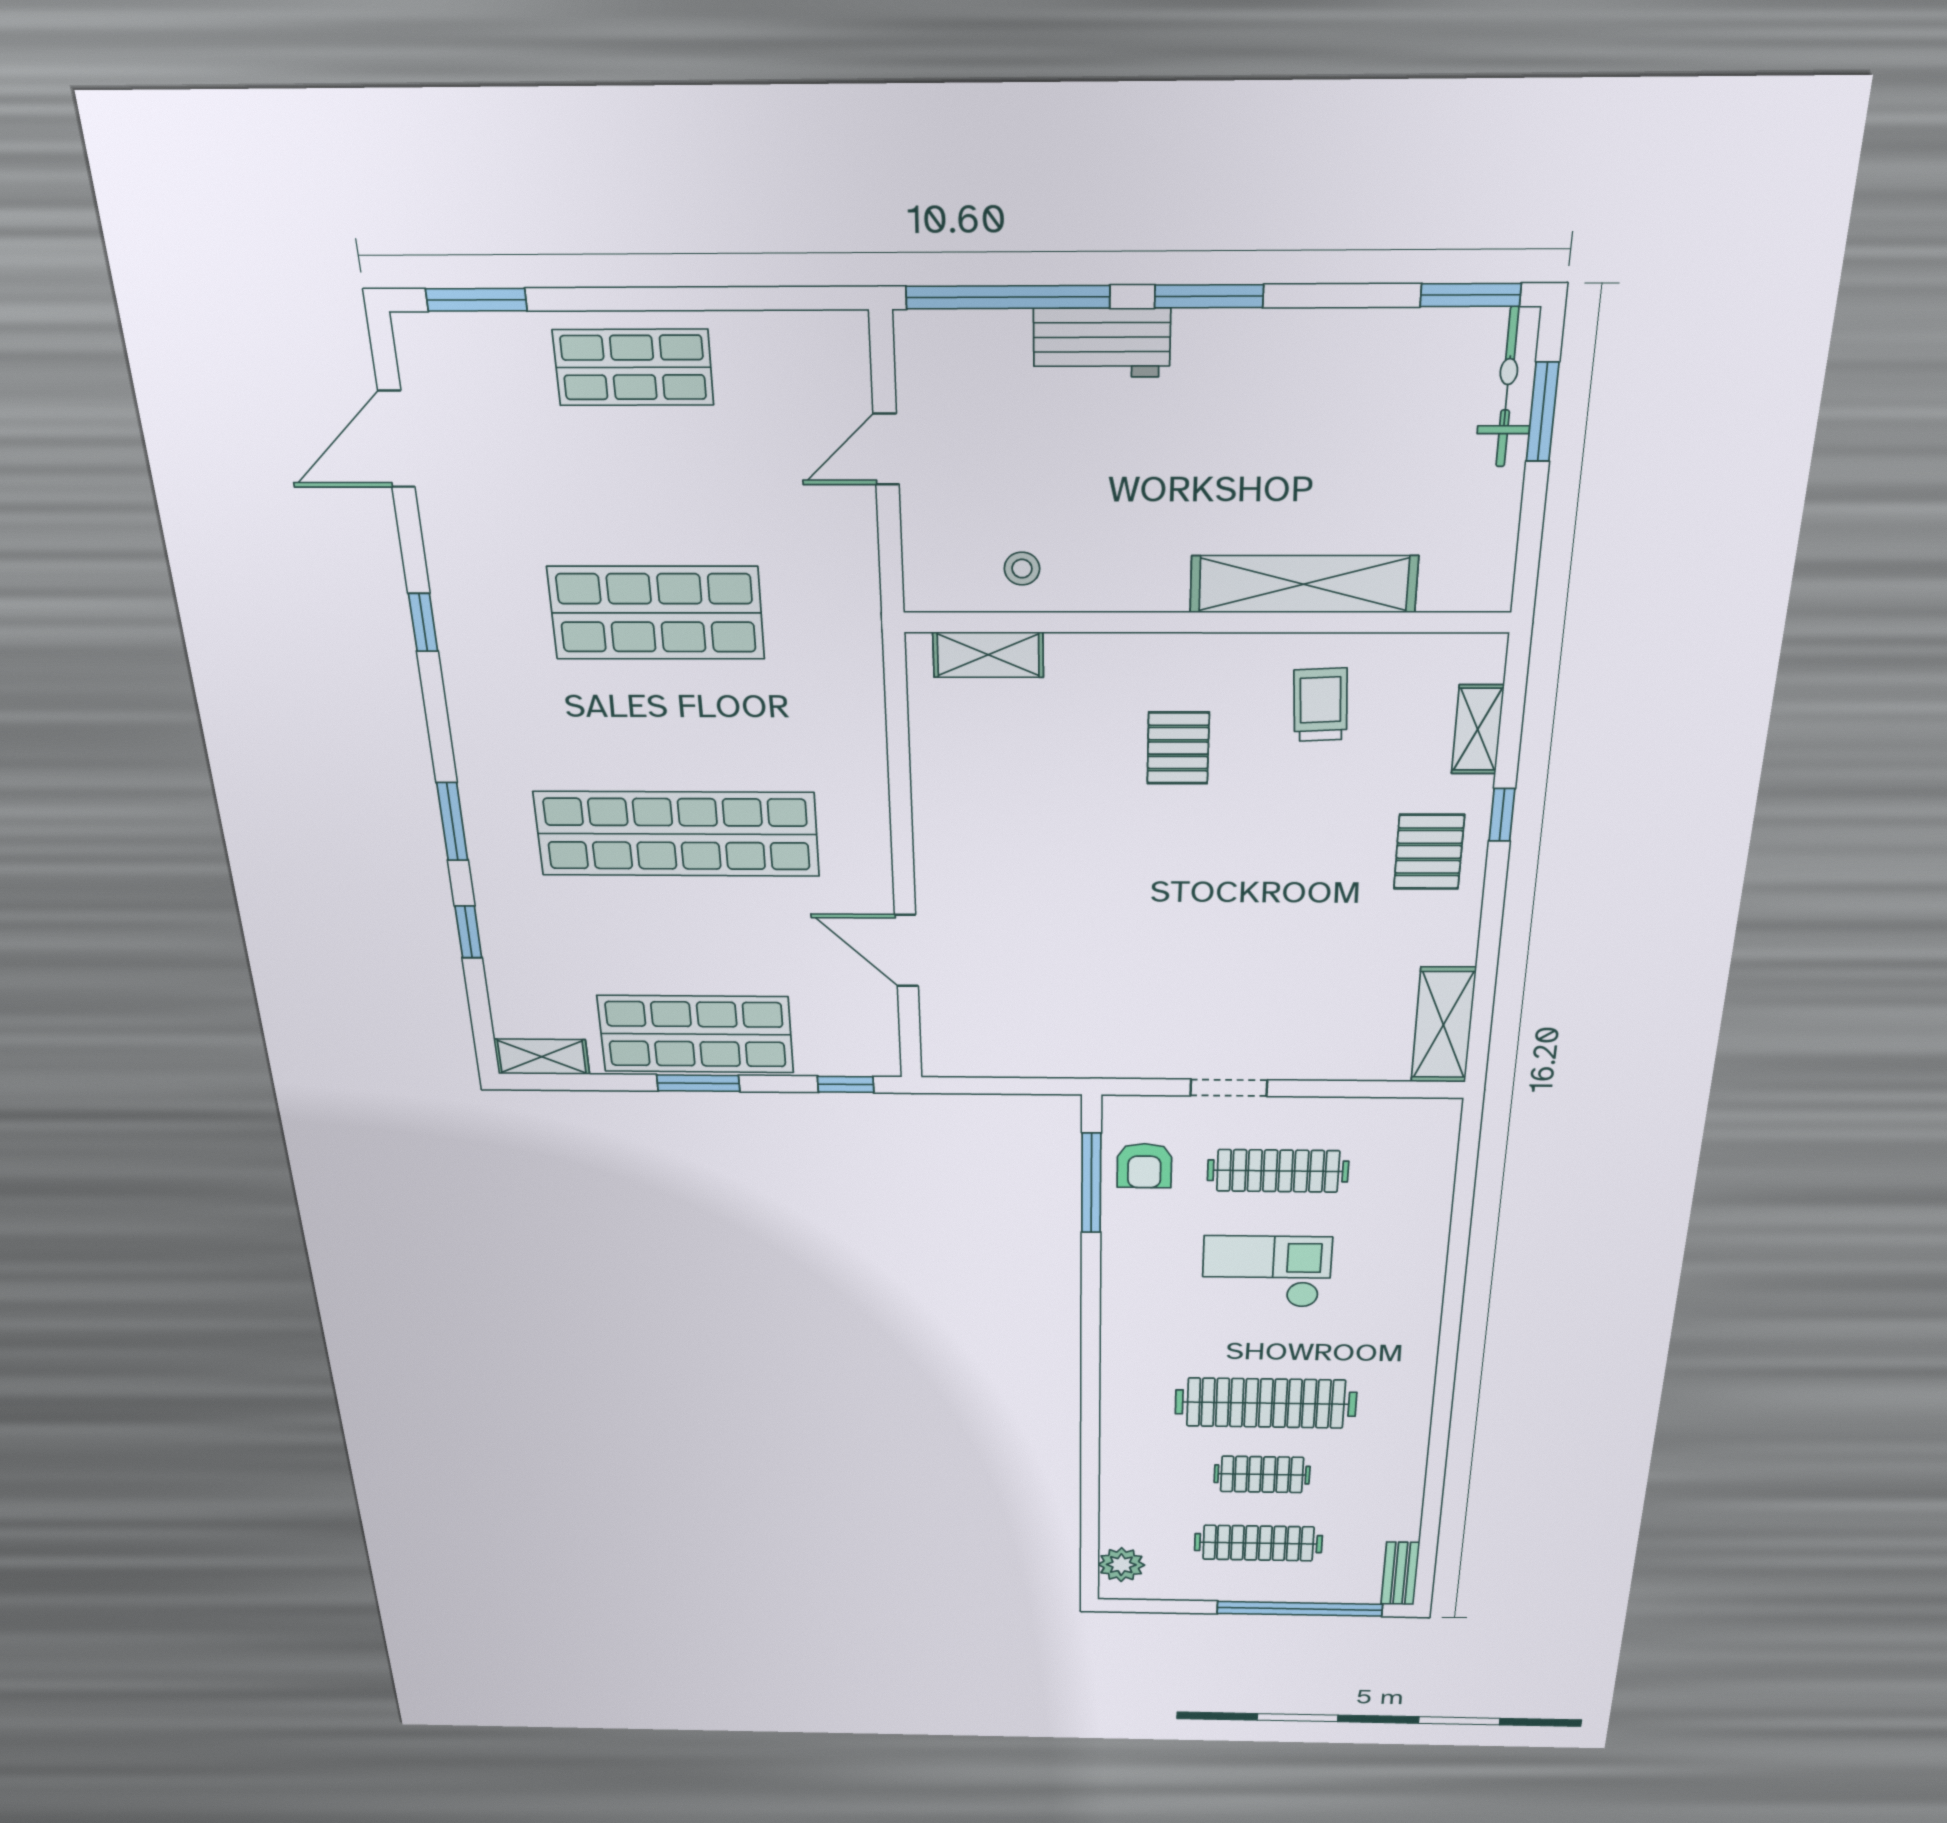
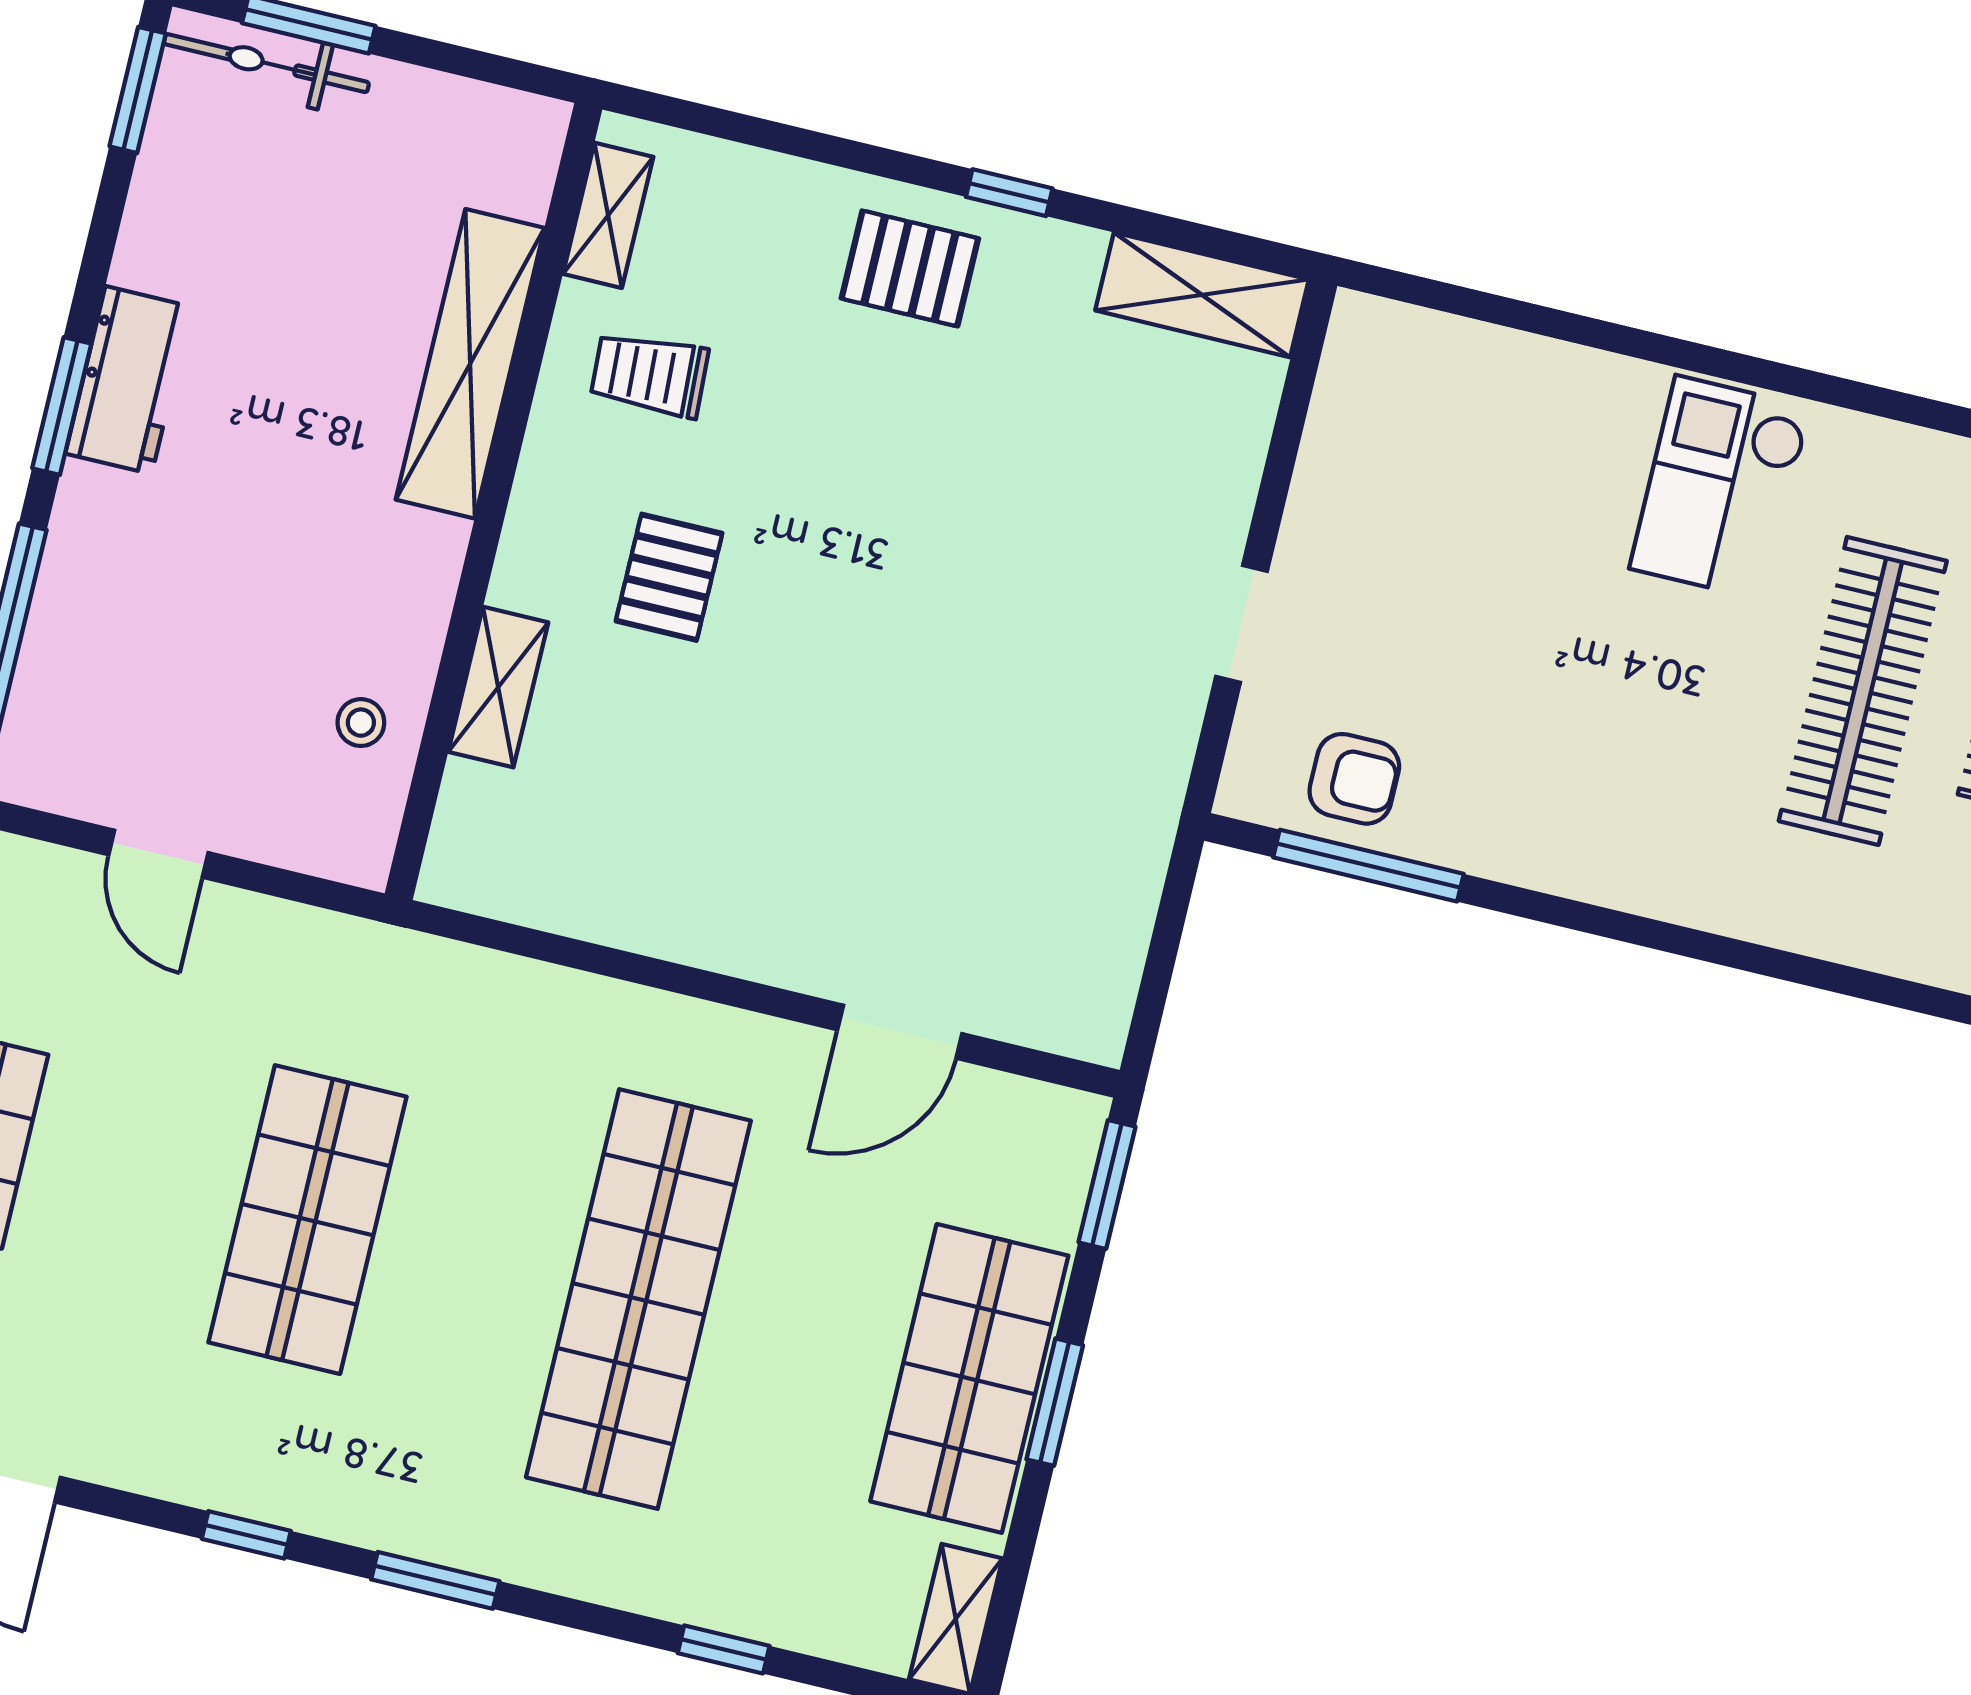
workbench: (1102, 343) -> (129, 380), moved
shelving: (988, 655) -> (498, 687), moved
shelving: (1478, 729) -> (608, 215), moved, turned 90
pallet: (1178, 748) -> (669, 577), turned 90
window: (1502, 815) -> (1009, 193), moved
window: (452, 822) -> (435, 1580), moved
window: (846, 1084) -> (1107, 1184), width x1.50
clothes rail: (1278, 1171) -> (1409, 582), removed
checkout: (1267, 1272) -> (1720, 488), moved

